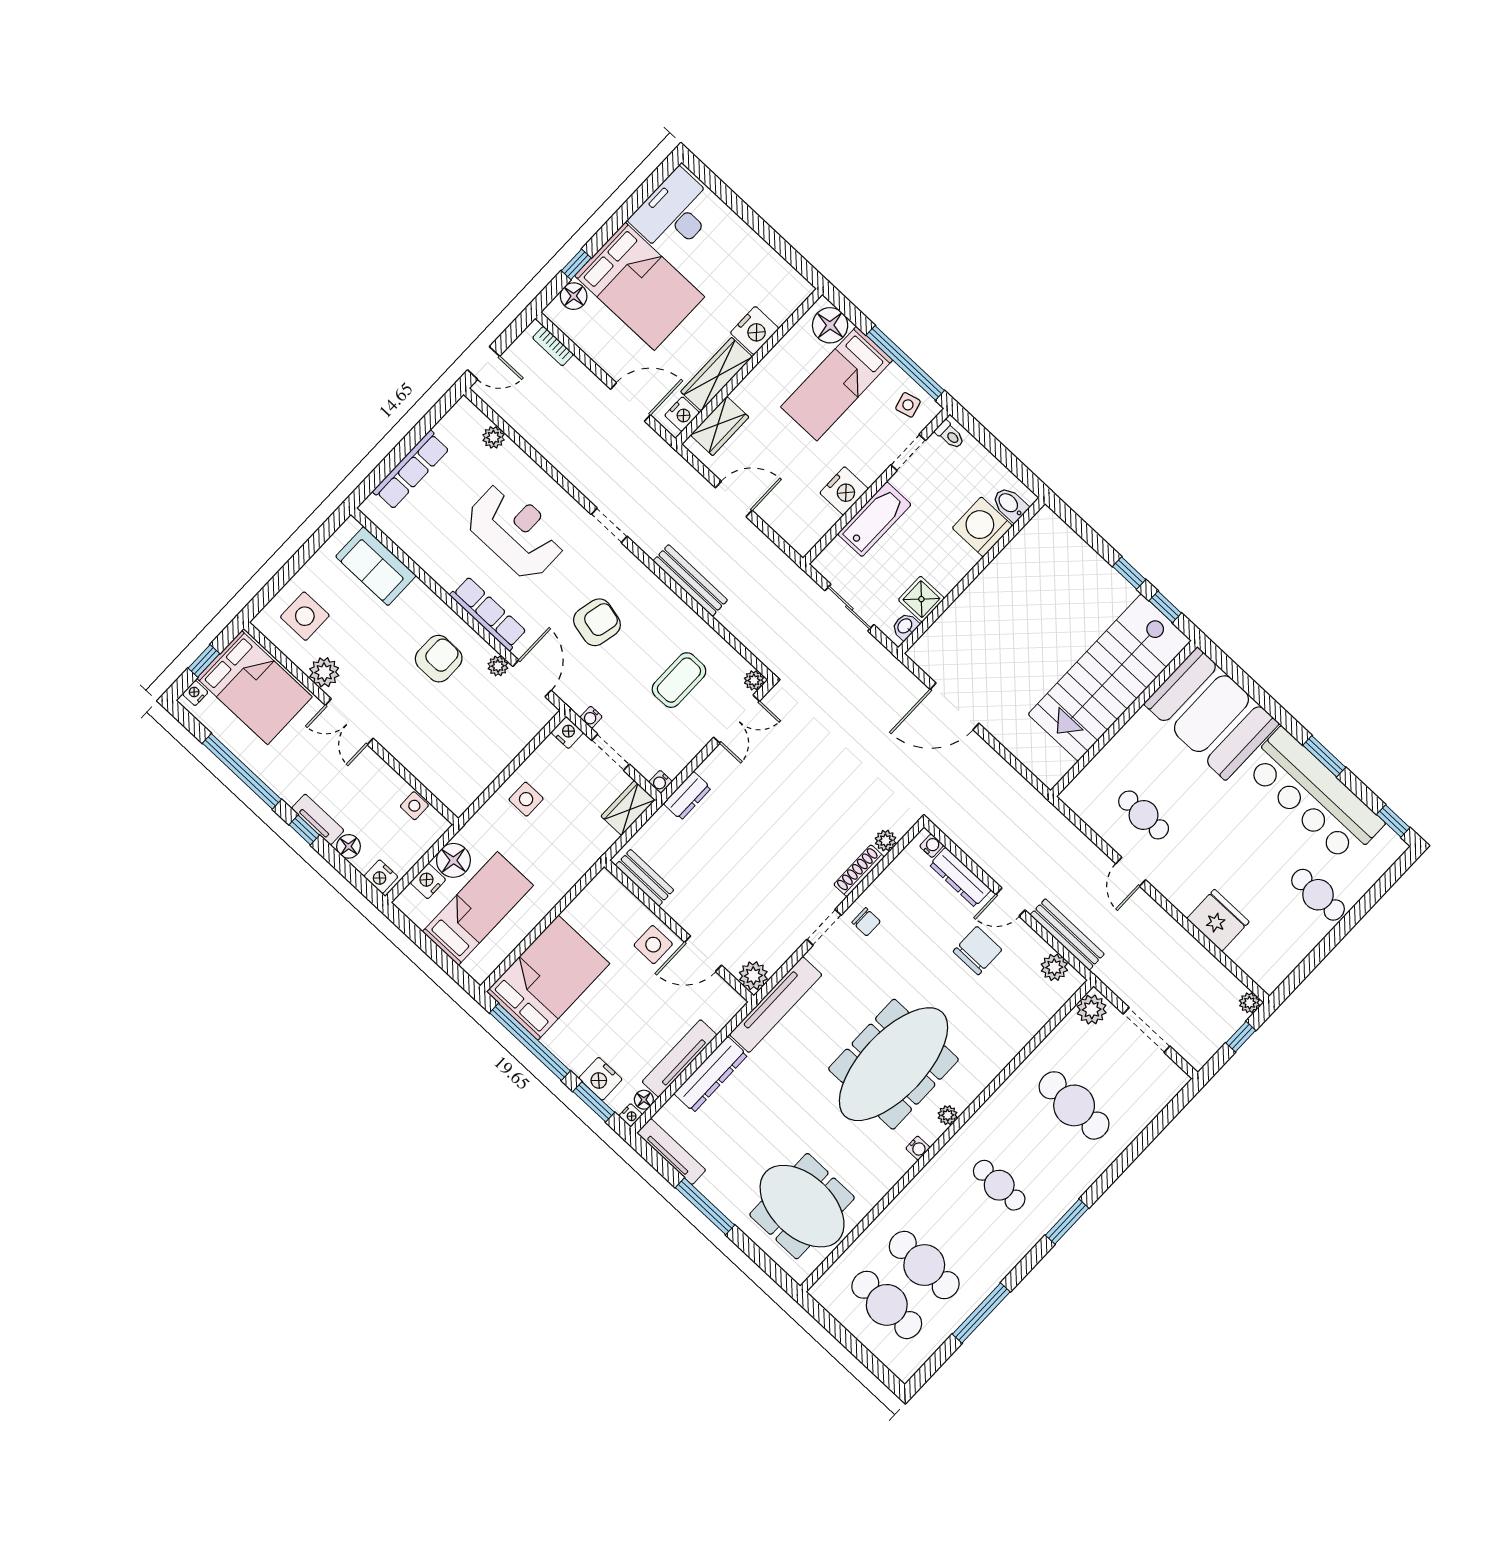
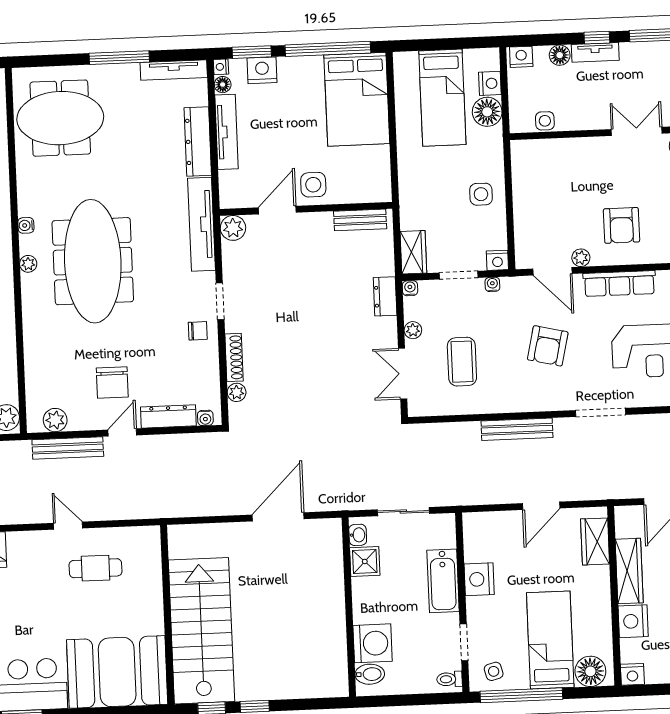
nightstand: (682, 414) -> (632, 674), moved, turned -90
doorway: (609, 525) -> (601, 412), width x1.38
plant: (754, 680) -> (413, 330), moved
chair: (866, 922) -> (198, 331), turned 180

